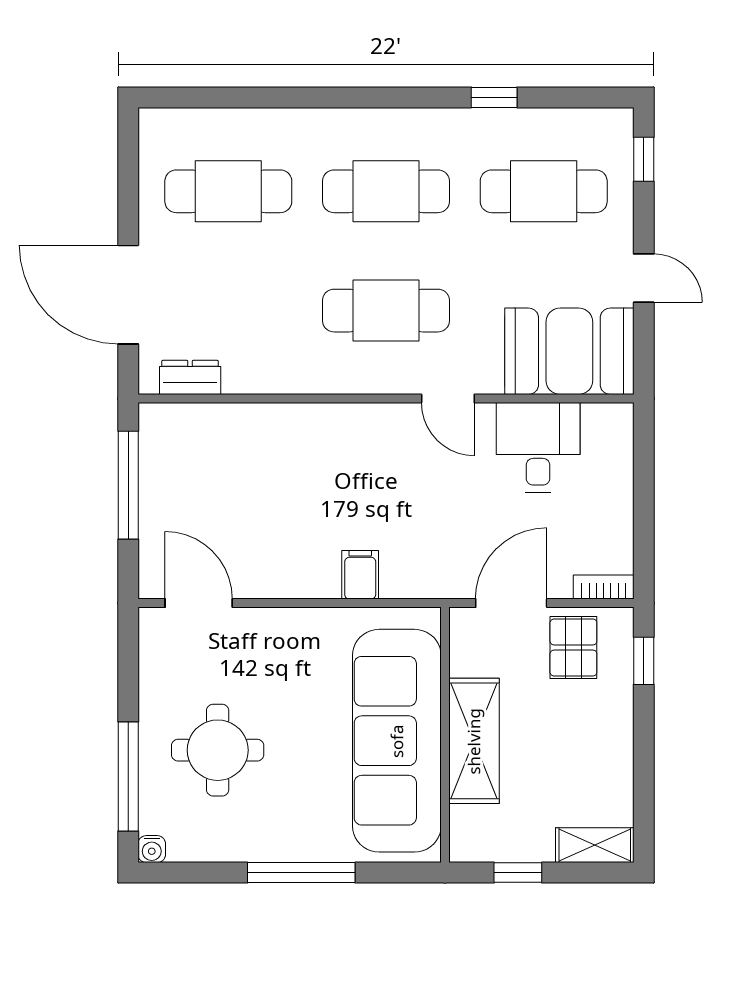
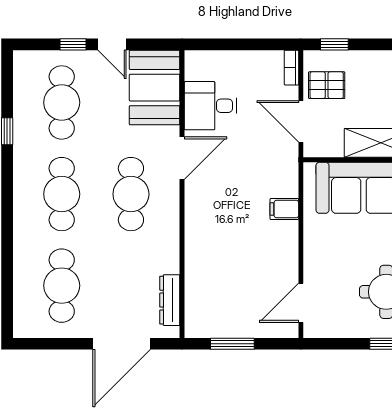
window: (644, 159) -> (73, 44), moved
door: (644, 278) -> (112, 44), swing flipped
dresser: (190, 377) -> (170, 300), width x1.44
door: (448, 398) -> (182, 158), width x1.38
window: (128, 485) -> (232, 344), width x0.69

